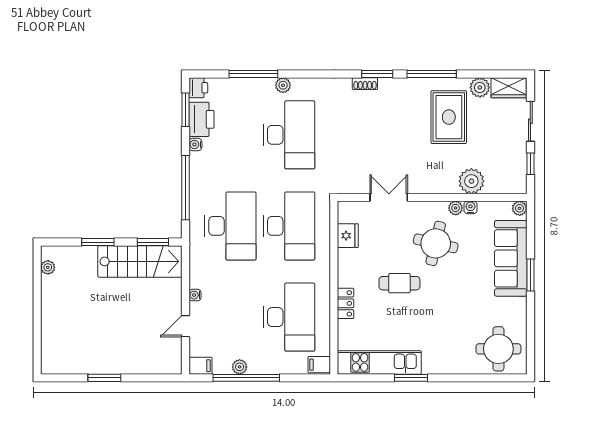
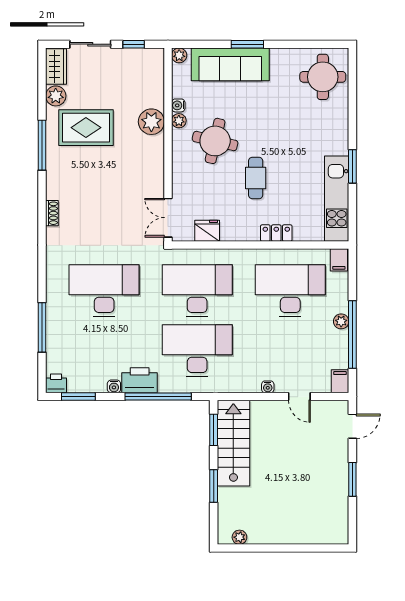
window: (377, 74) -> (42, 201), removed
plant: (283, 85) -> (53, 297), removed
printer: (201, 119) -> (140, 380), moved
plant: (471, 181) -> (151, 122), moved
double door: (389, 197) -> (168, 218), moved
plant: (240, 367) -> (341, 321), moved
door: (156, 378) -> (352, 426), added

